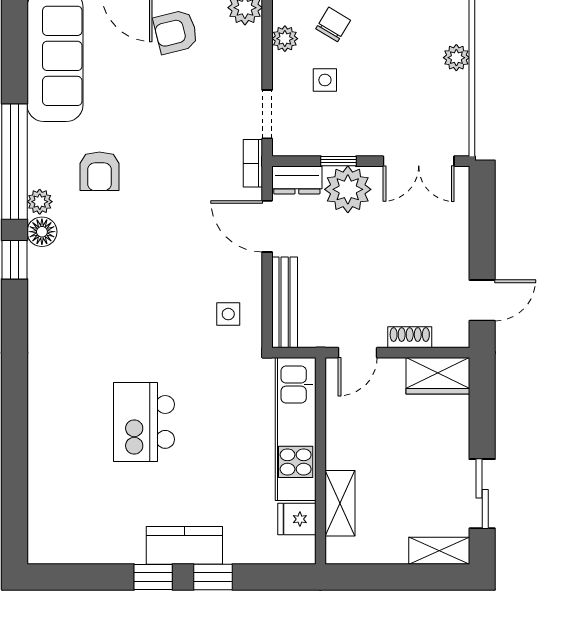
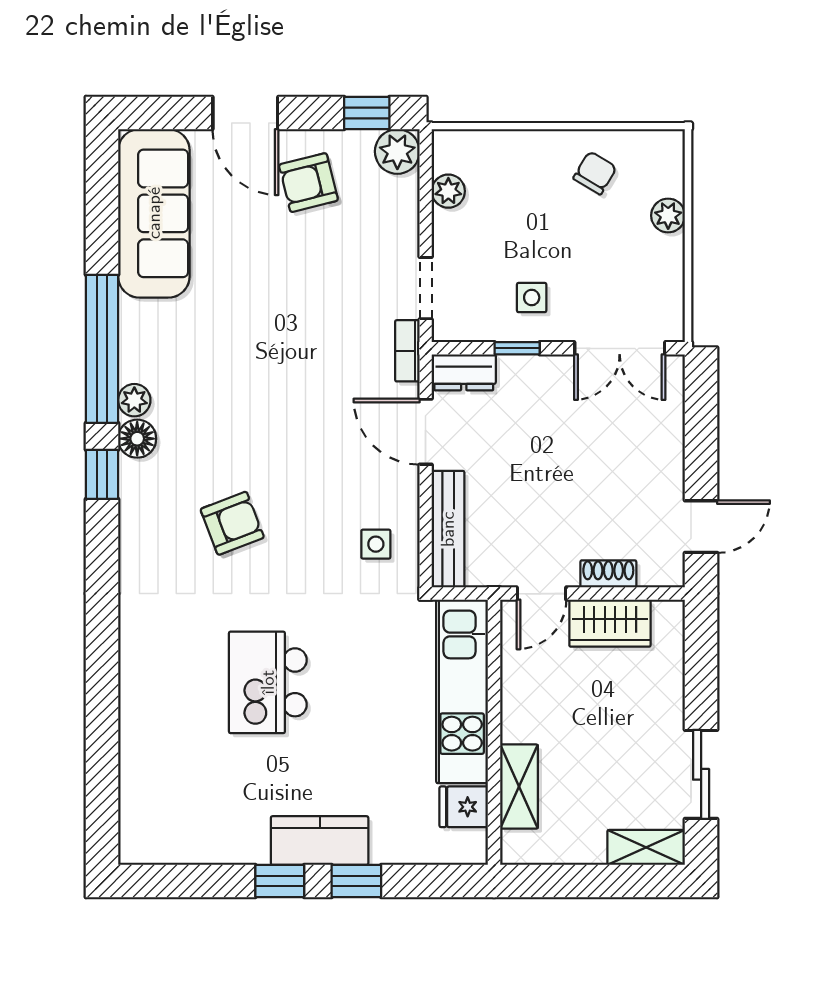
chair: (333, 24) -> (595, 173), moved
side table: (325, 80) -> (532, 298), moved
armchair: (99, 171) -> (232, 523), moved, turned -111
plant: (348, 189) -> (529, 384), removed
wardrobe: (438, 376) -> (610, 623), moved

